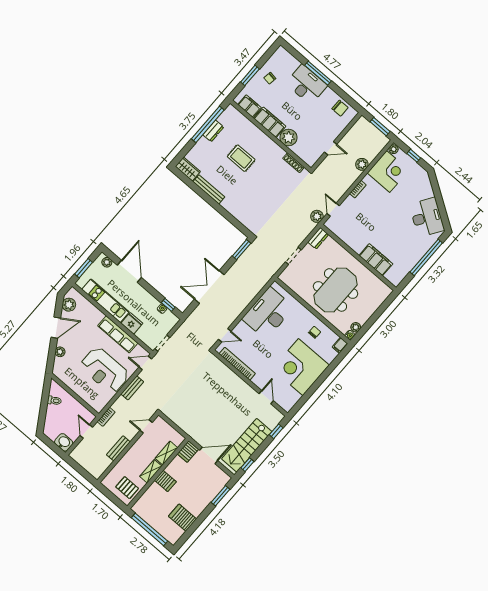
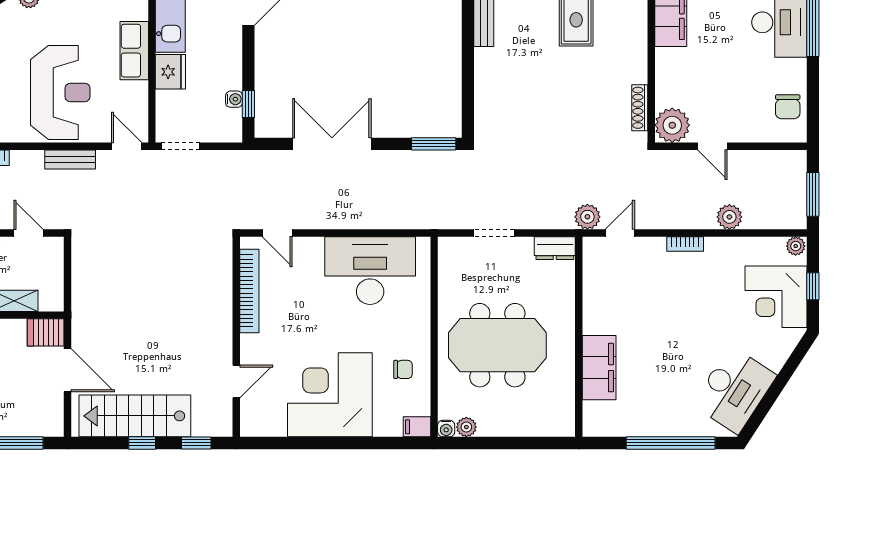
plant: (288, 138) -> (672, 125), moved
corner desk: (388, 172) -> (776, 297), moved, turned 90
row of seats: (118, 334) -> (134, 51), width x0.68
reception desk: (105, 370) -> (60, 92), turned 180
window: (247, 465) -> (142, 443), moved

